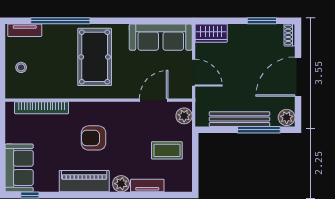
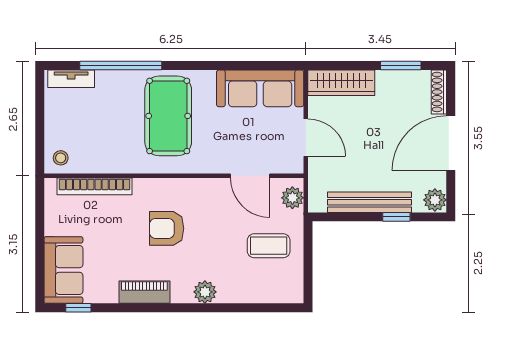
wardrobe: (211, 33) -> (341, 83), width x1.50
shoe rack: (289, 35) -> (439, 92), width x1.43
stool: (21, 67) -> (61, 158), moved
door: (154, 100) -> (250, 176), swing flipped
window: (259, 130) -> (396, 217), width x0.46
piano: (84, 181) -> (144, 292), width x0.73, depth x0.75
tv unit: (147, 186) -> (241, 295), removed

